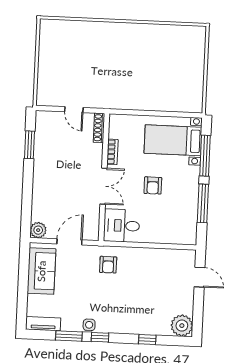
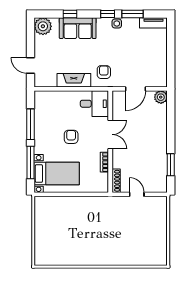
double door: (104, 186) -> (110, 134), swing flipped
fireplace: (146, 256) -> (74, 80), added
sofa: (41, 271) -> (78, 28), moved, turned -90

